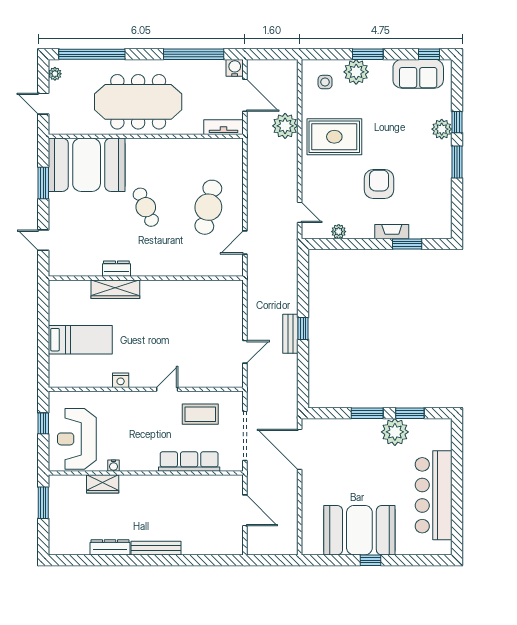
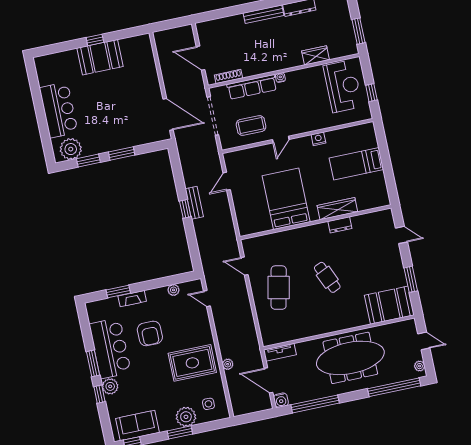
plant: (285, 126) -> (228, 364), width x0.53, depth x0.53
booth: (87, 165) -> (389, 305), width x0.73, depth x0.70
bar counter: (432, 176) -> (110, 348), added
door: (245, 243) -> (244, 266), swing flipped
bed: (176, 315) -> (286, 199), added
plant: (395, 432) -> (71, 149), moved
water cooler: (114, 466) -> (280, 78), moved
shoe rack: (215, 481) -> (228, 76), added
bar counter: (434, 495) -> (59, 110), width x0.73
booth: (359, 530) -> (100, 57), width x0.73, depth x0.70

